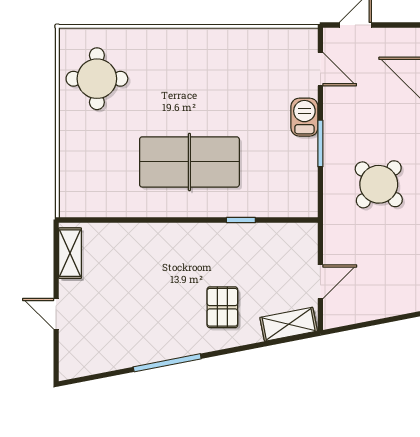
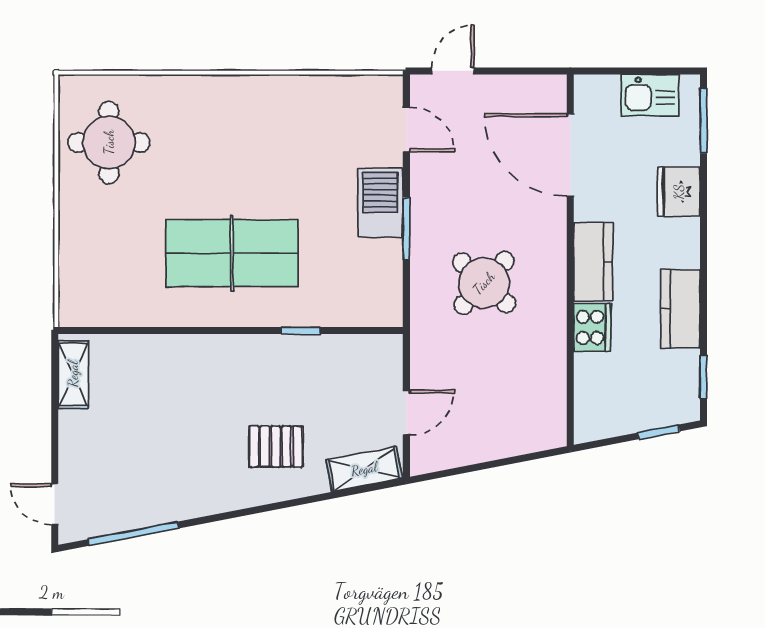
barbecue: (304, 117) -> (380, 203), width x1.38, depth x1.27
pallet: (222, 307) -> (276, 447), turned 90
door: (56, 314) -> (55, 504), moved
window: (167, 363) -> (134, 534), moved

